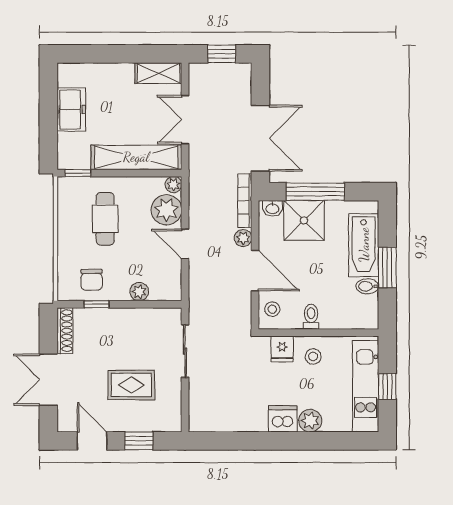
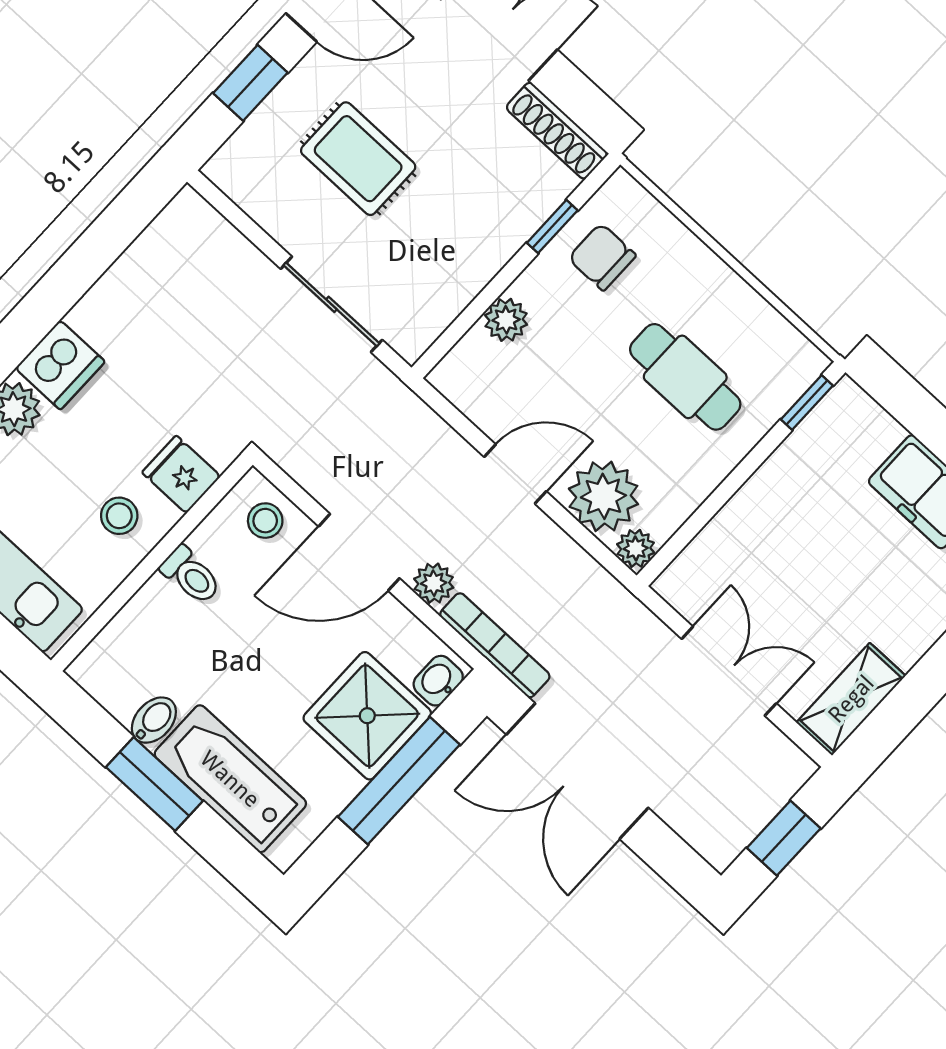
shelving: (136, 157) -> (741, 528), removed
rug: (131, 385) -> (358, 159), turned 90

